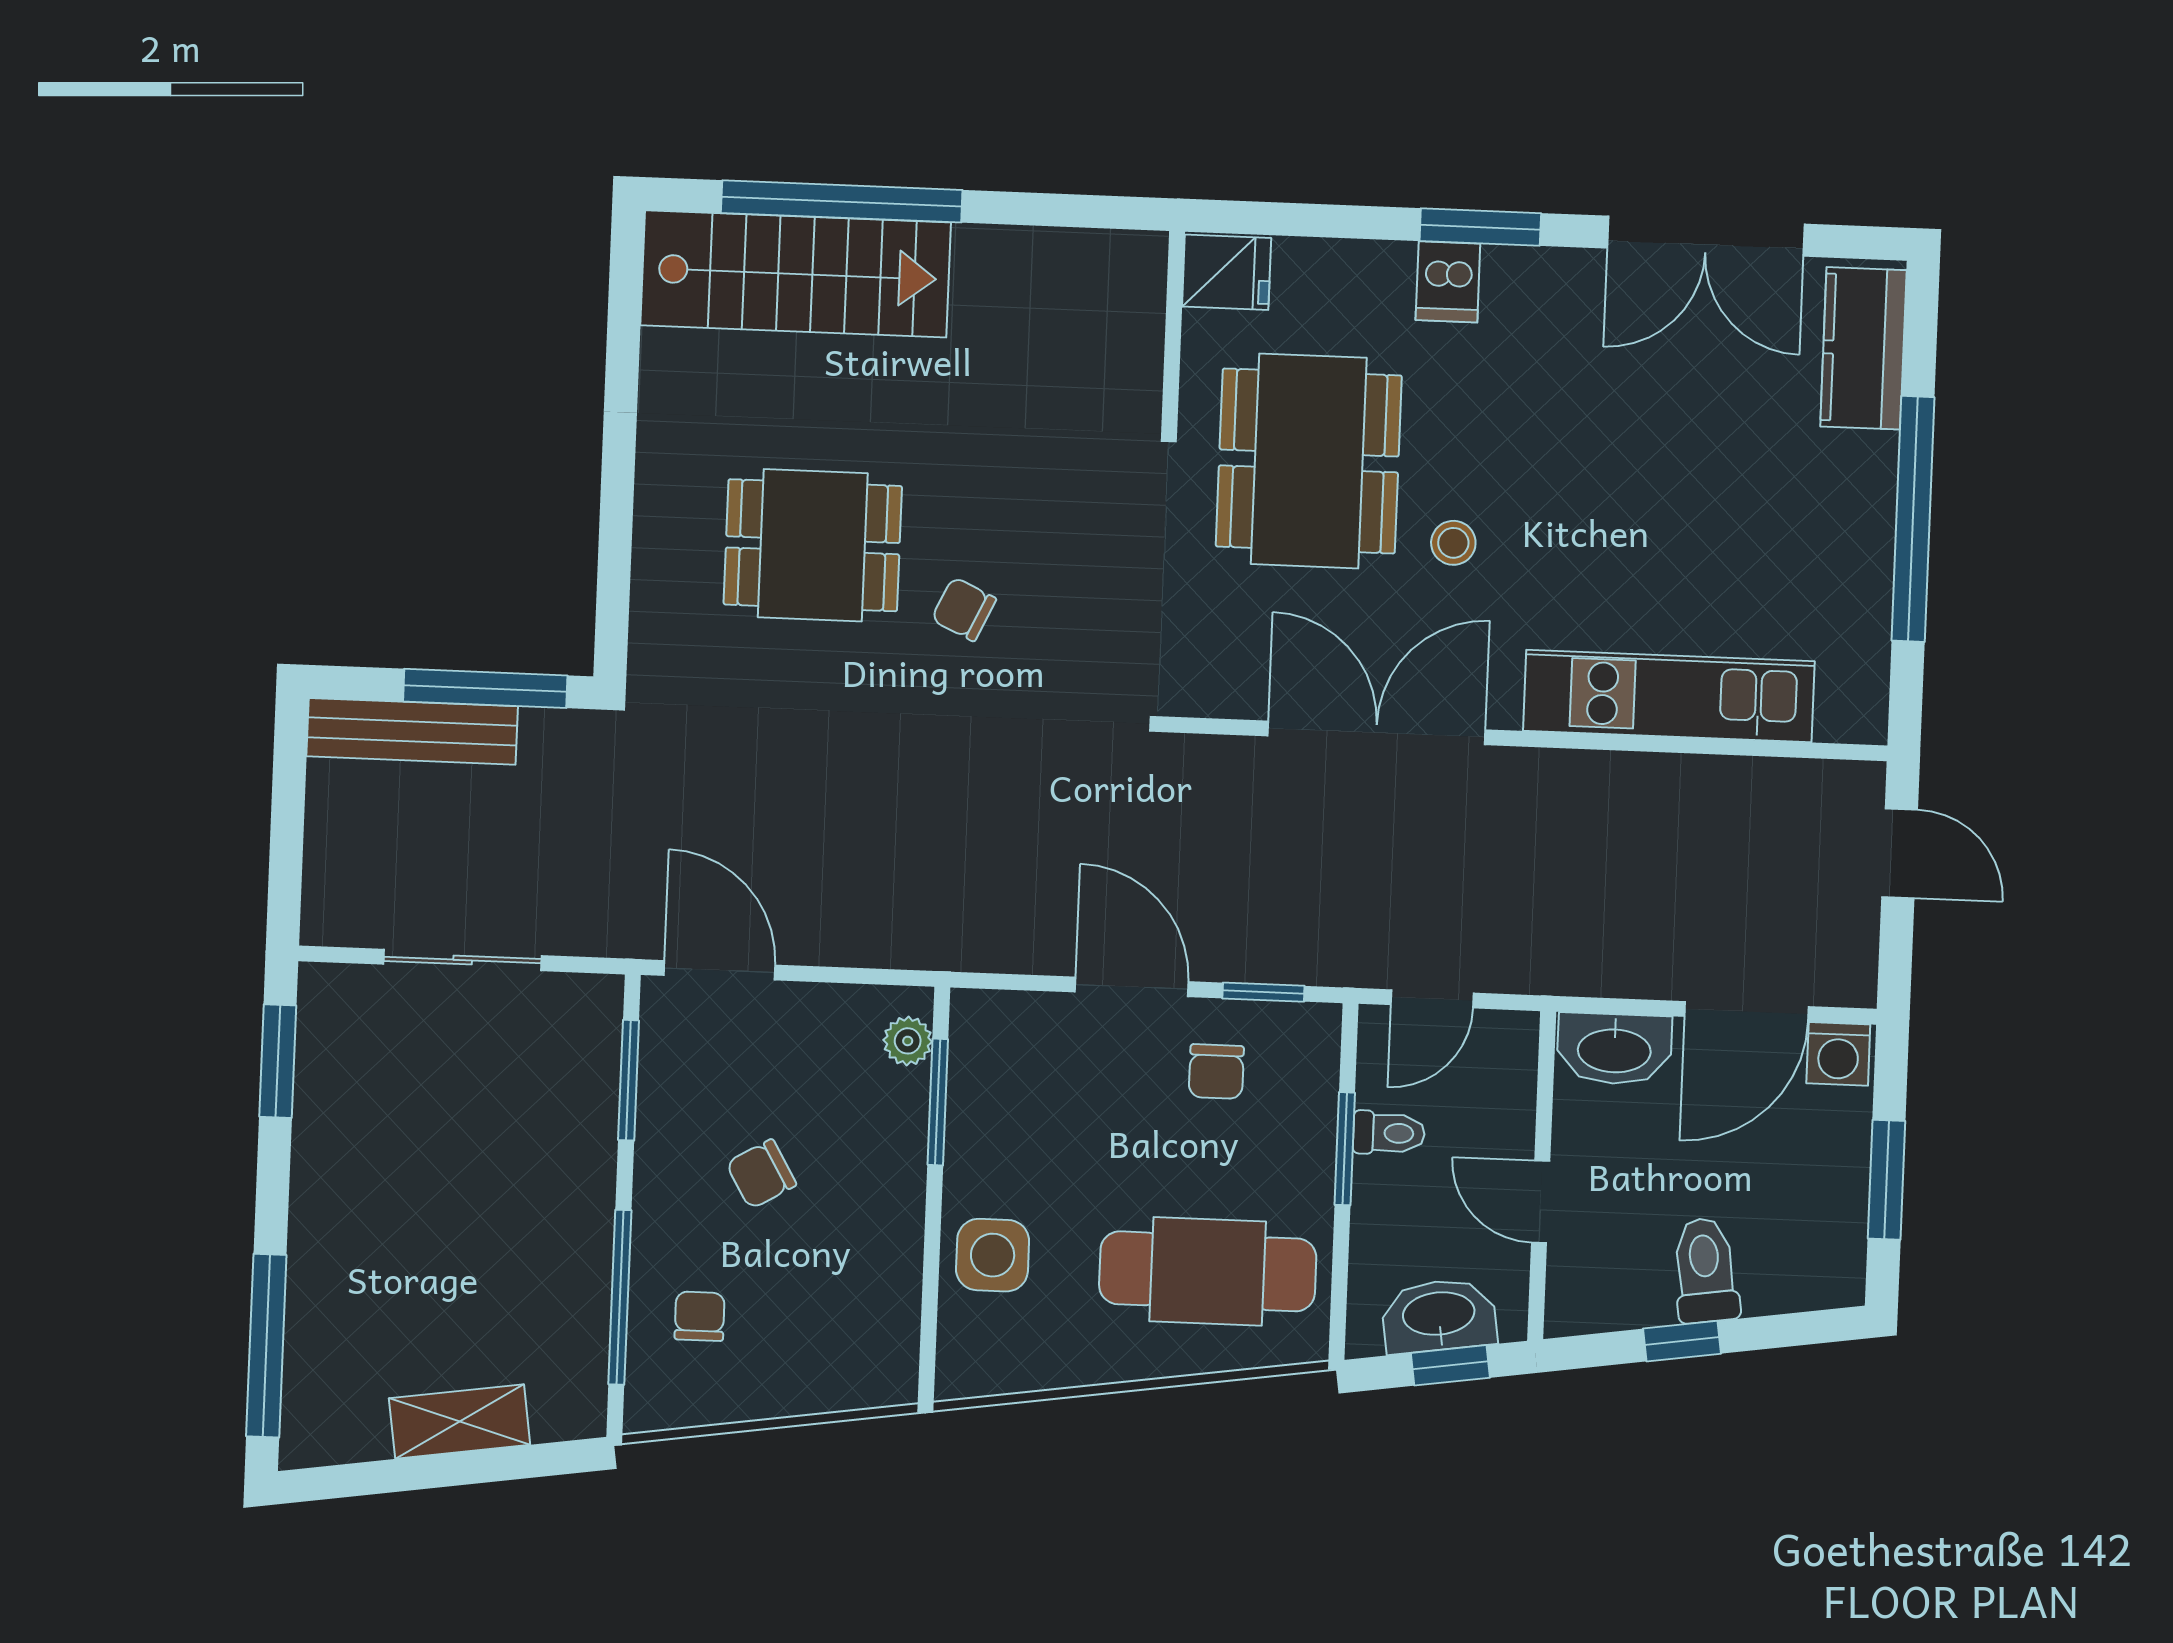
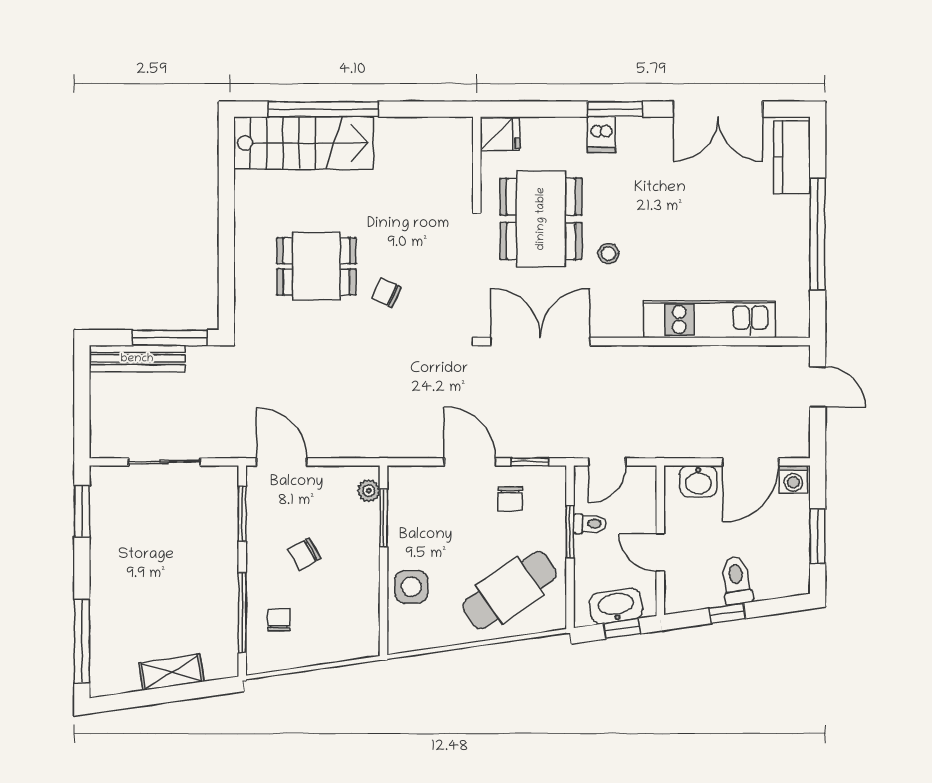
double door: (1377, 733) -> (540, 342), moved
washbasin: (1614, 1049) -> (698, 481), width x0.72
cafe table: (1208, 1271) -> (510, 590), turned -35

